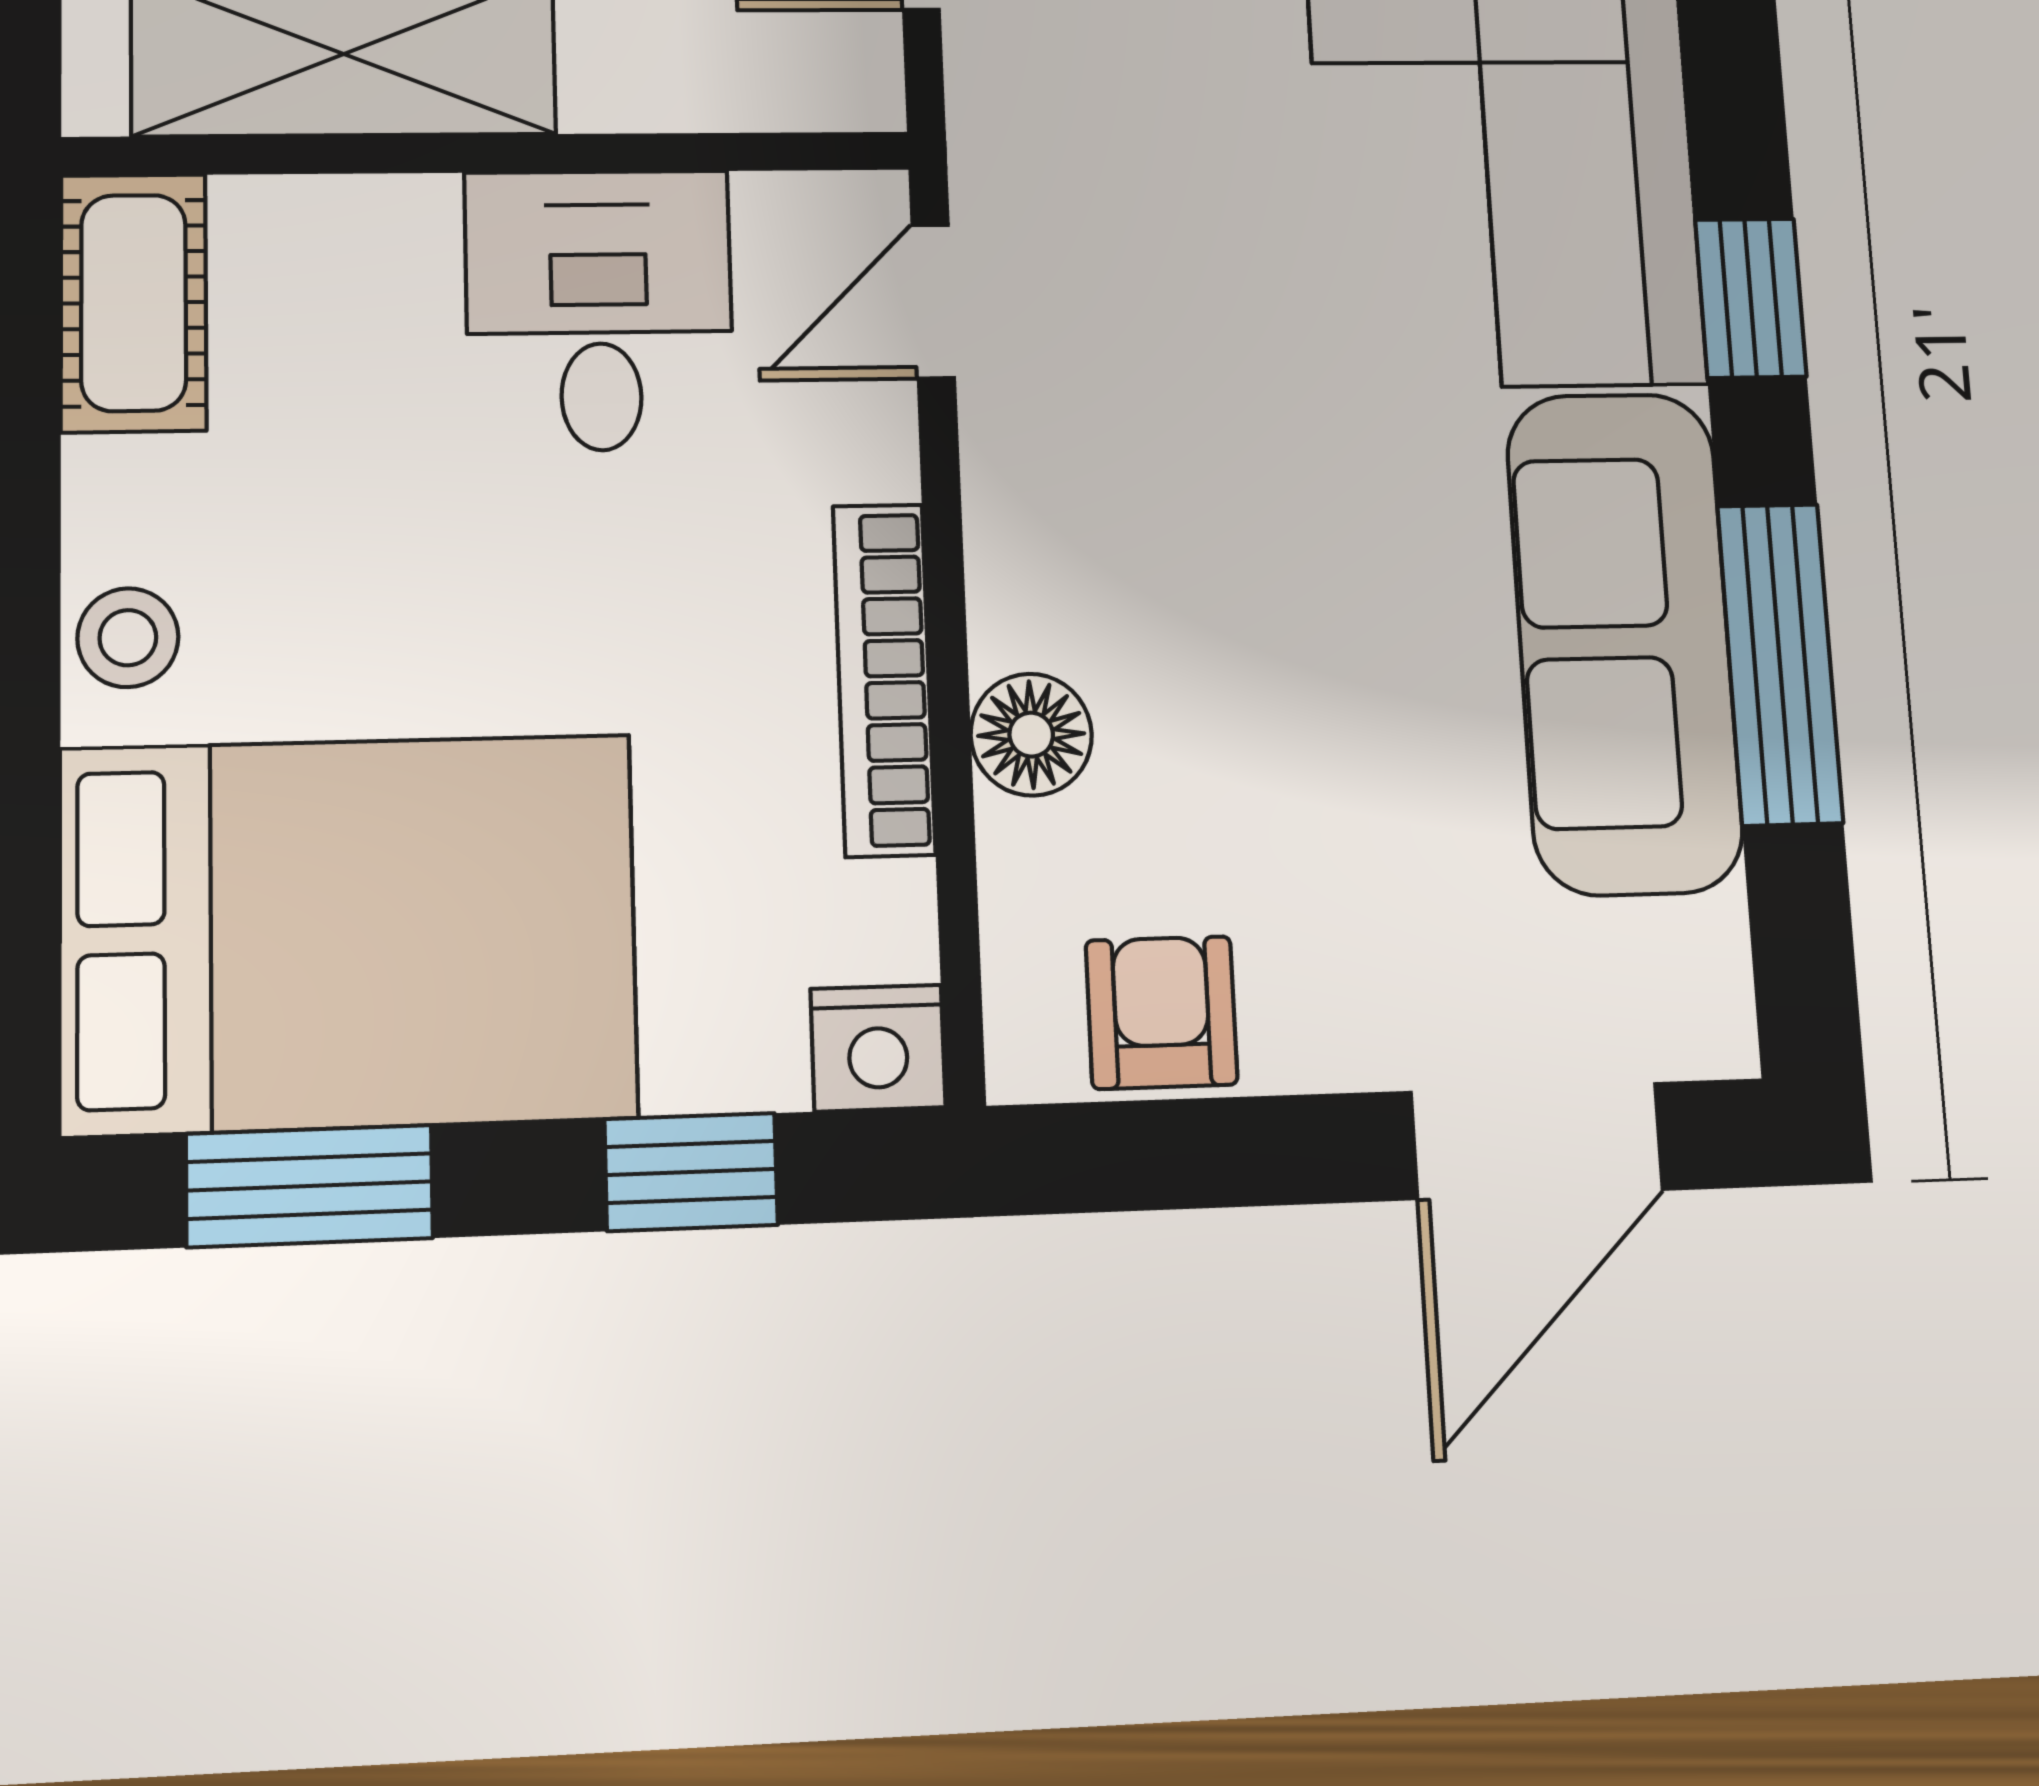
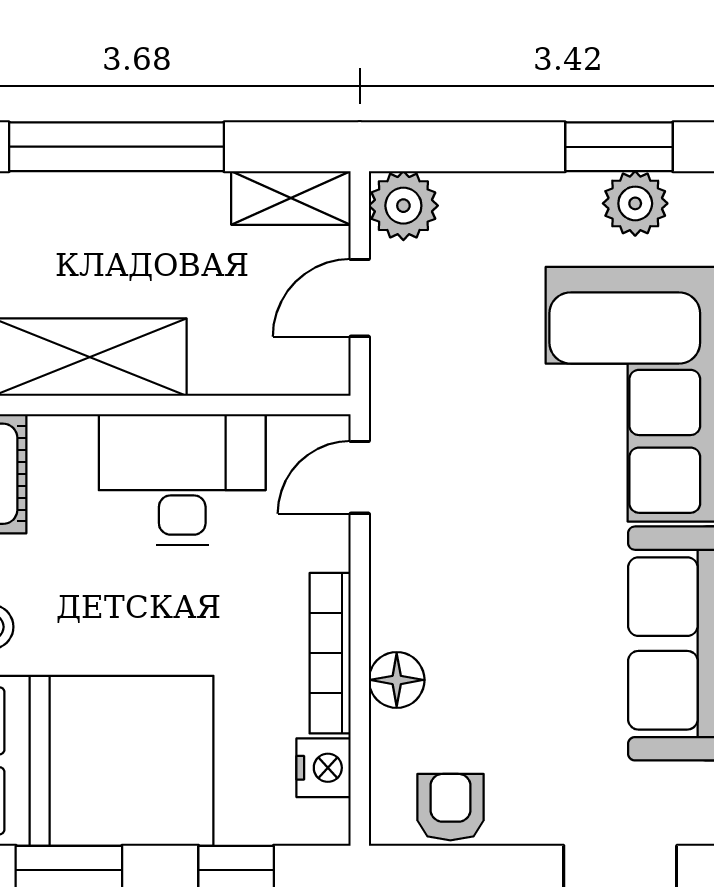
desk: (599, 310) -> (182, 480), width x1.37
nightstand: (878, 1048) -> (324, 768), moved, turned -90

